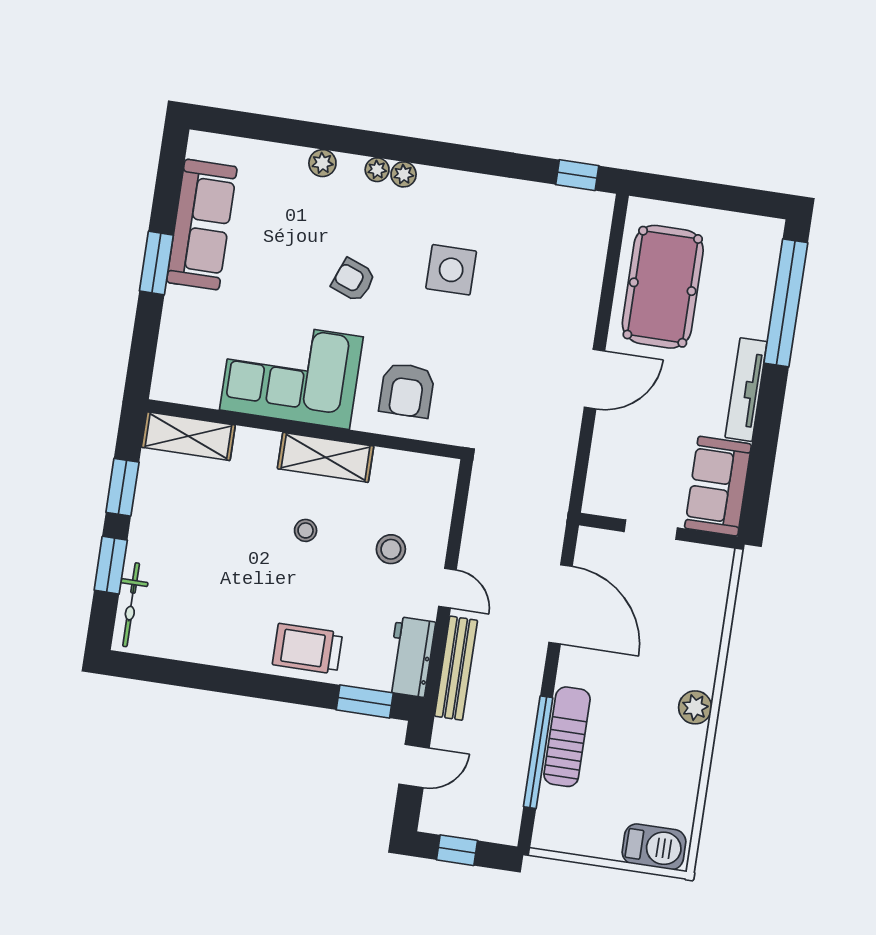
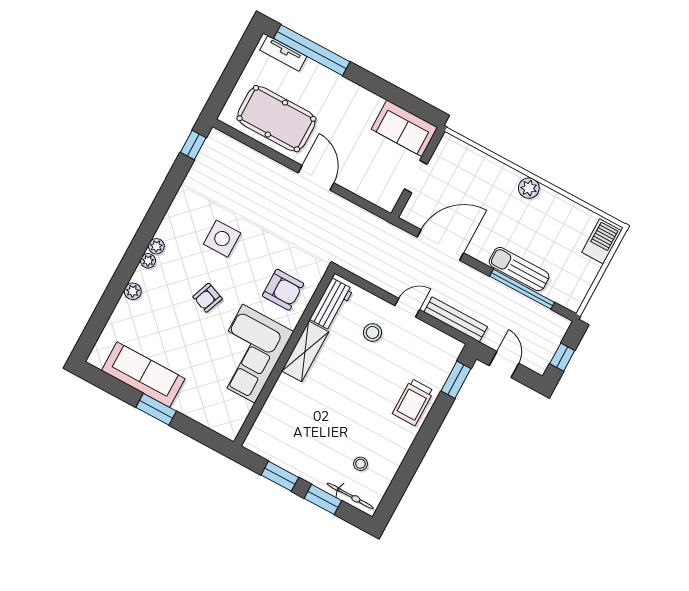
tv unit: (746, 390) -> (283, 53), moved, width x0.71
shelving: (188, 436) -> (264, 427), removed
stool: (306, 530) -> (360, 464), moved
workbench: (411, 657) -> (331, 304), moved, turned -90

